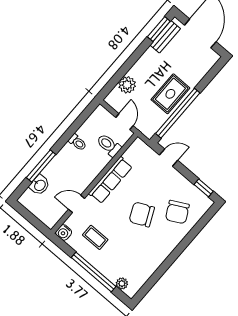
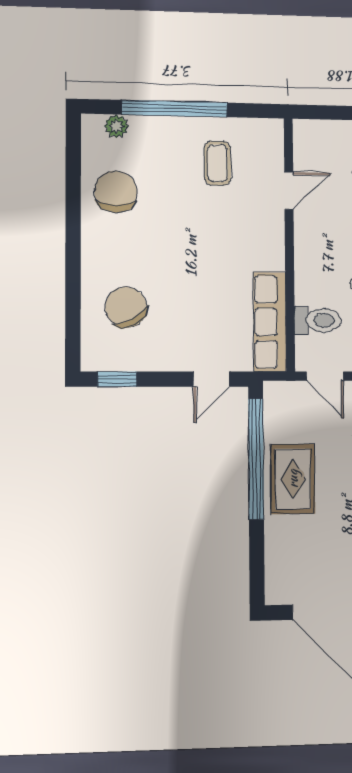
row of seats: (110, 180) -> (270, 322), moved
chair: (142, 214) -> (116, 192), moved, turned -65
water cooler: (64, 232) -> (271, 131), removed
coffee table: (95, 237) -> (217, 163), turned 90

